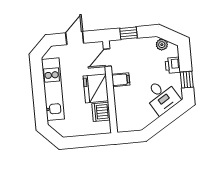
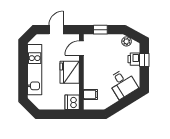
filing cabinet: (121, 80) -> (91, 94), moved
window: (187, 80) -> (144, 60), moved
dishwasher: (101, 112) -> (72, 102), moved

